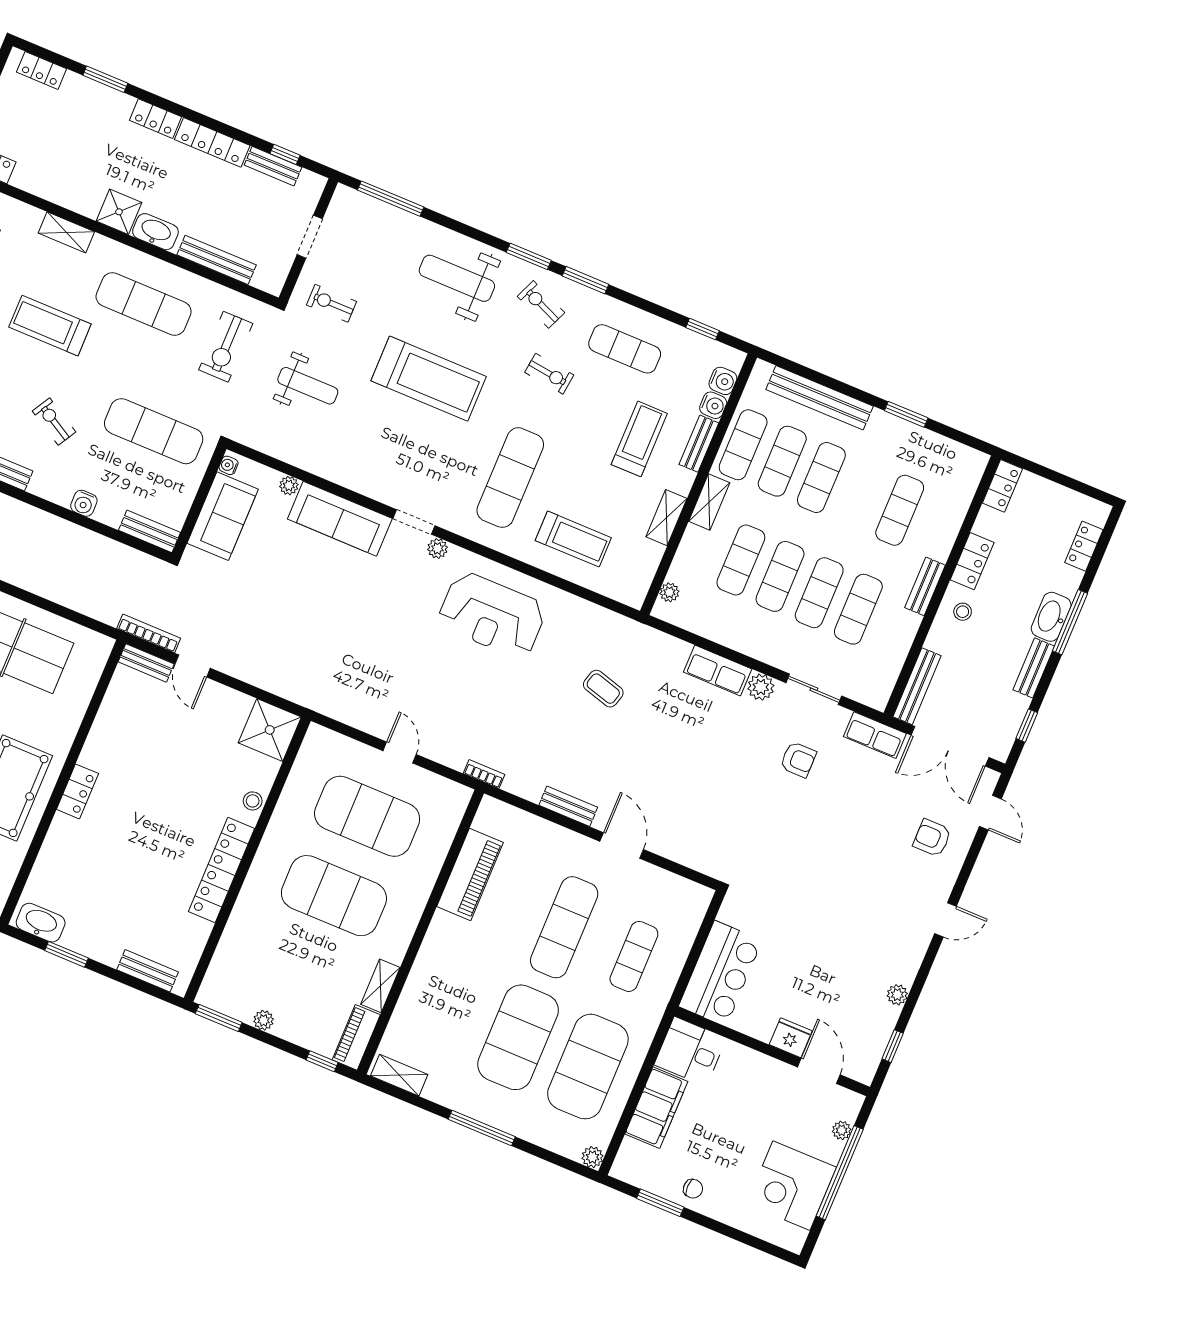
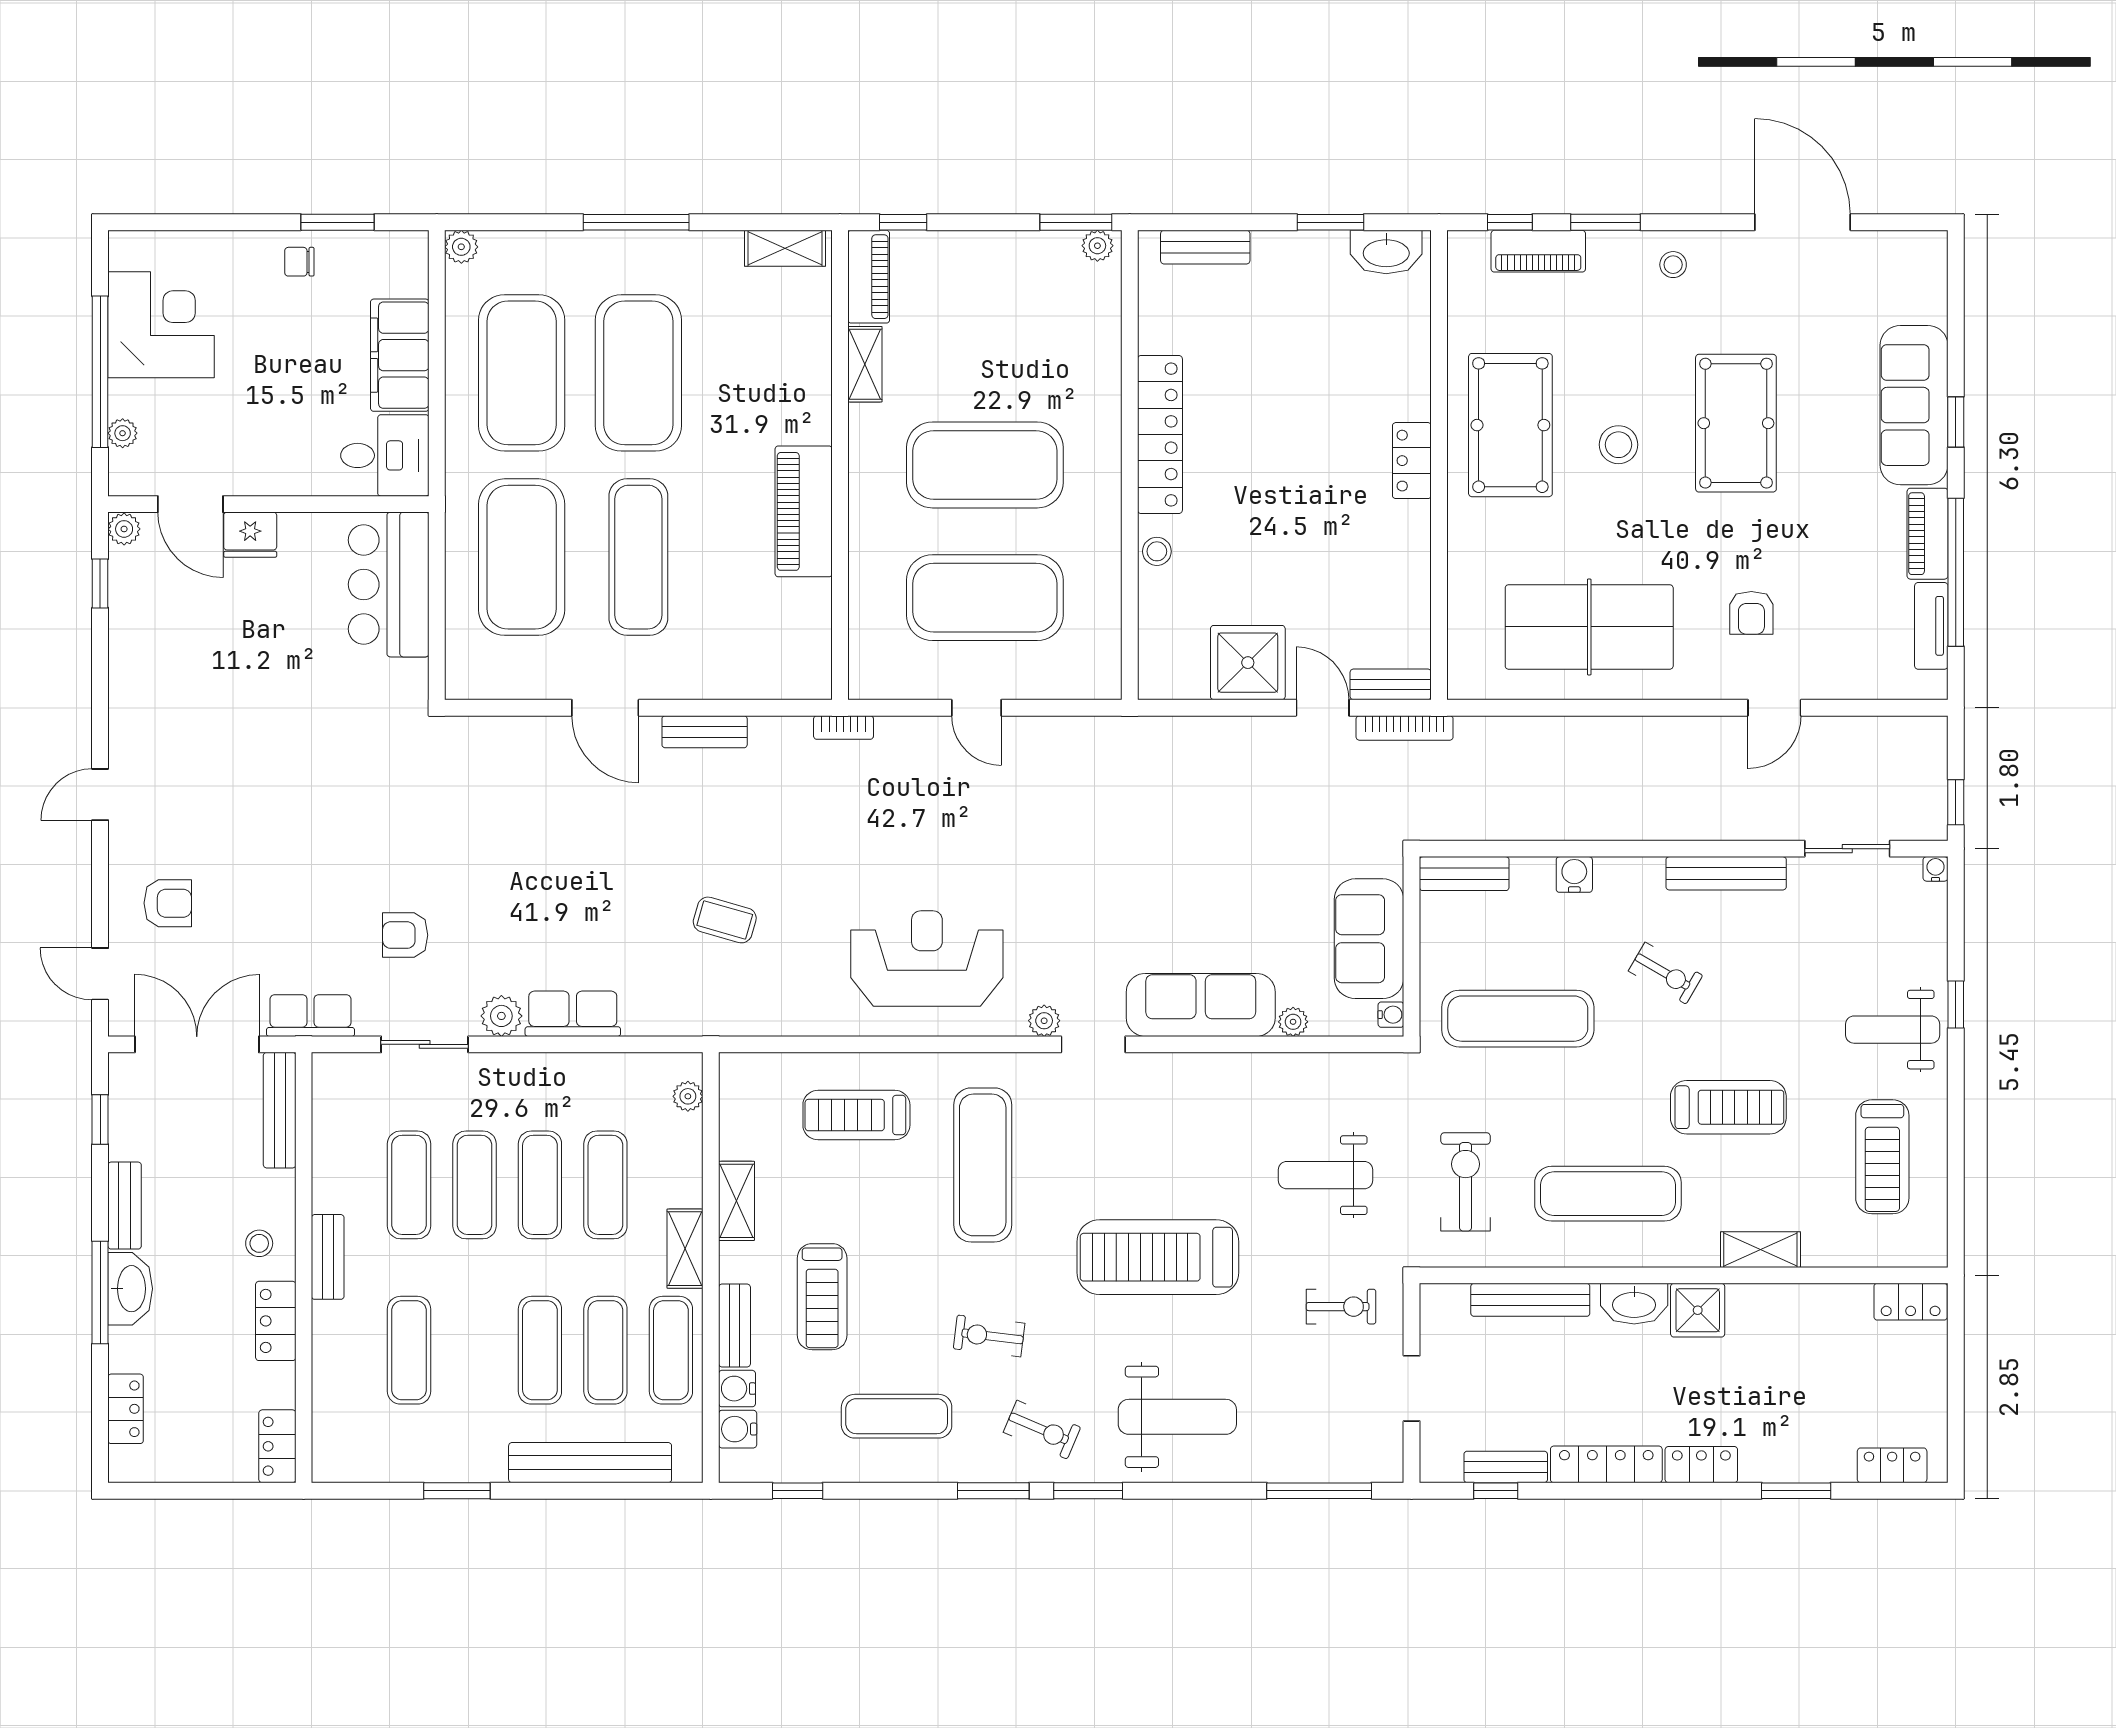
shower: (270, 730) -> (1248, 663), moved
piano: (470, 875) -> (804, 511), moved
exercise mat: (634, 956) -> (522, 557), width x2.00, depth x1.45
plant: (897, 995) -> (124, 529), moved
plant: (264, 1020) -> (1097, 246), moved

